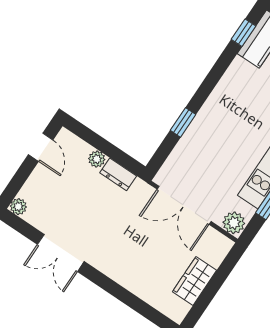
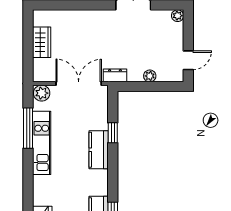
kitchen counter: (212, 114) -> (99, 150), added
door: (41, 147) -> (188, 60), swing flipped
dresser: (118, 174) -> (115, 75), moved

